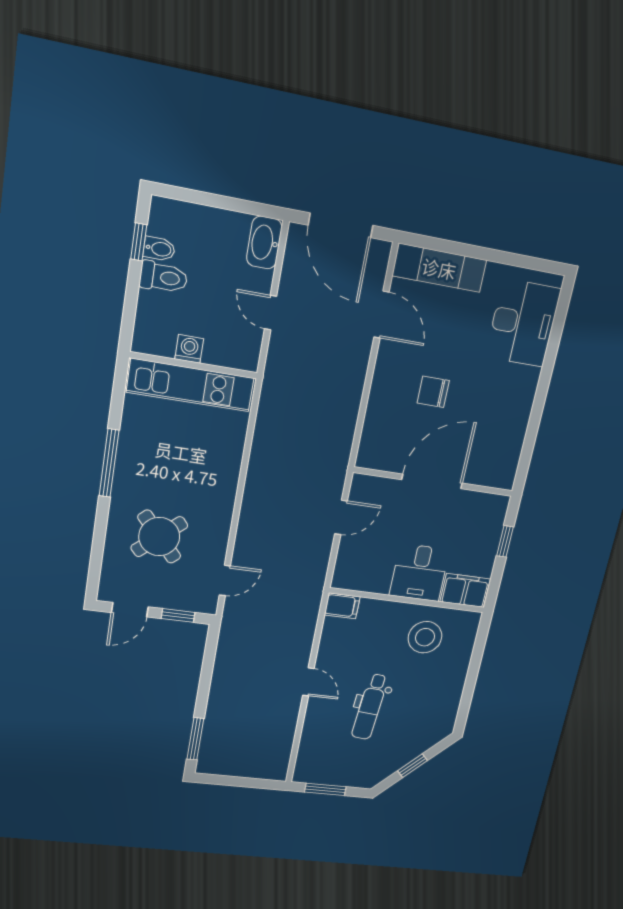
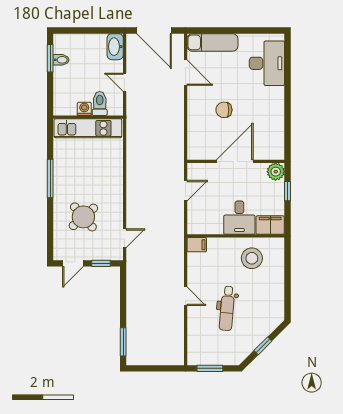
window: (139, 242) -> (50, 58), width x1.50
toilet: (164, 277) -> (100, 104), moved, turned -90
plant: (494, 508) -> (276, 172), added

